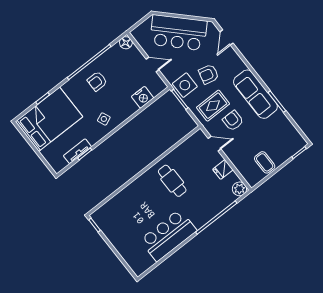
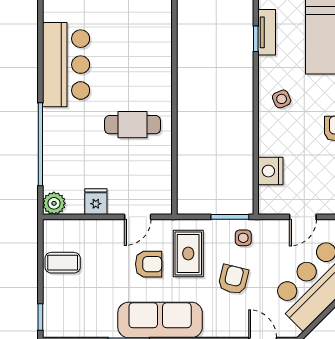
side table: (185, 85) -> (243, 238), width x0.54, depth x0.54

